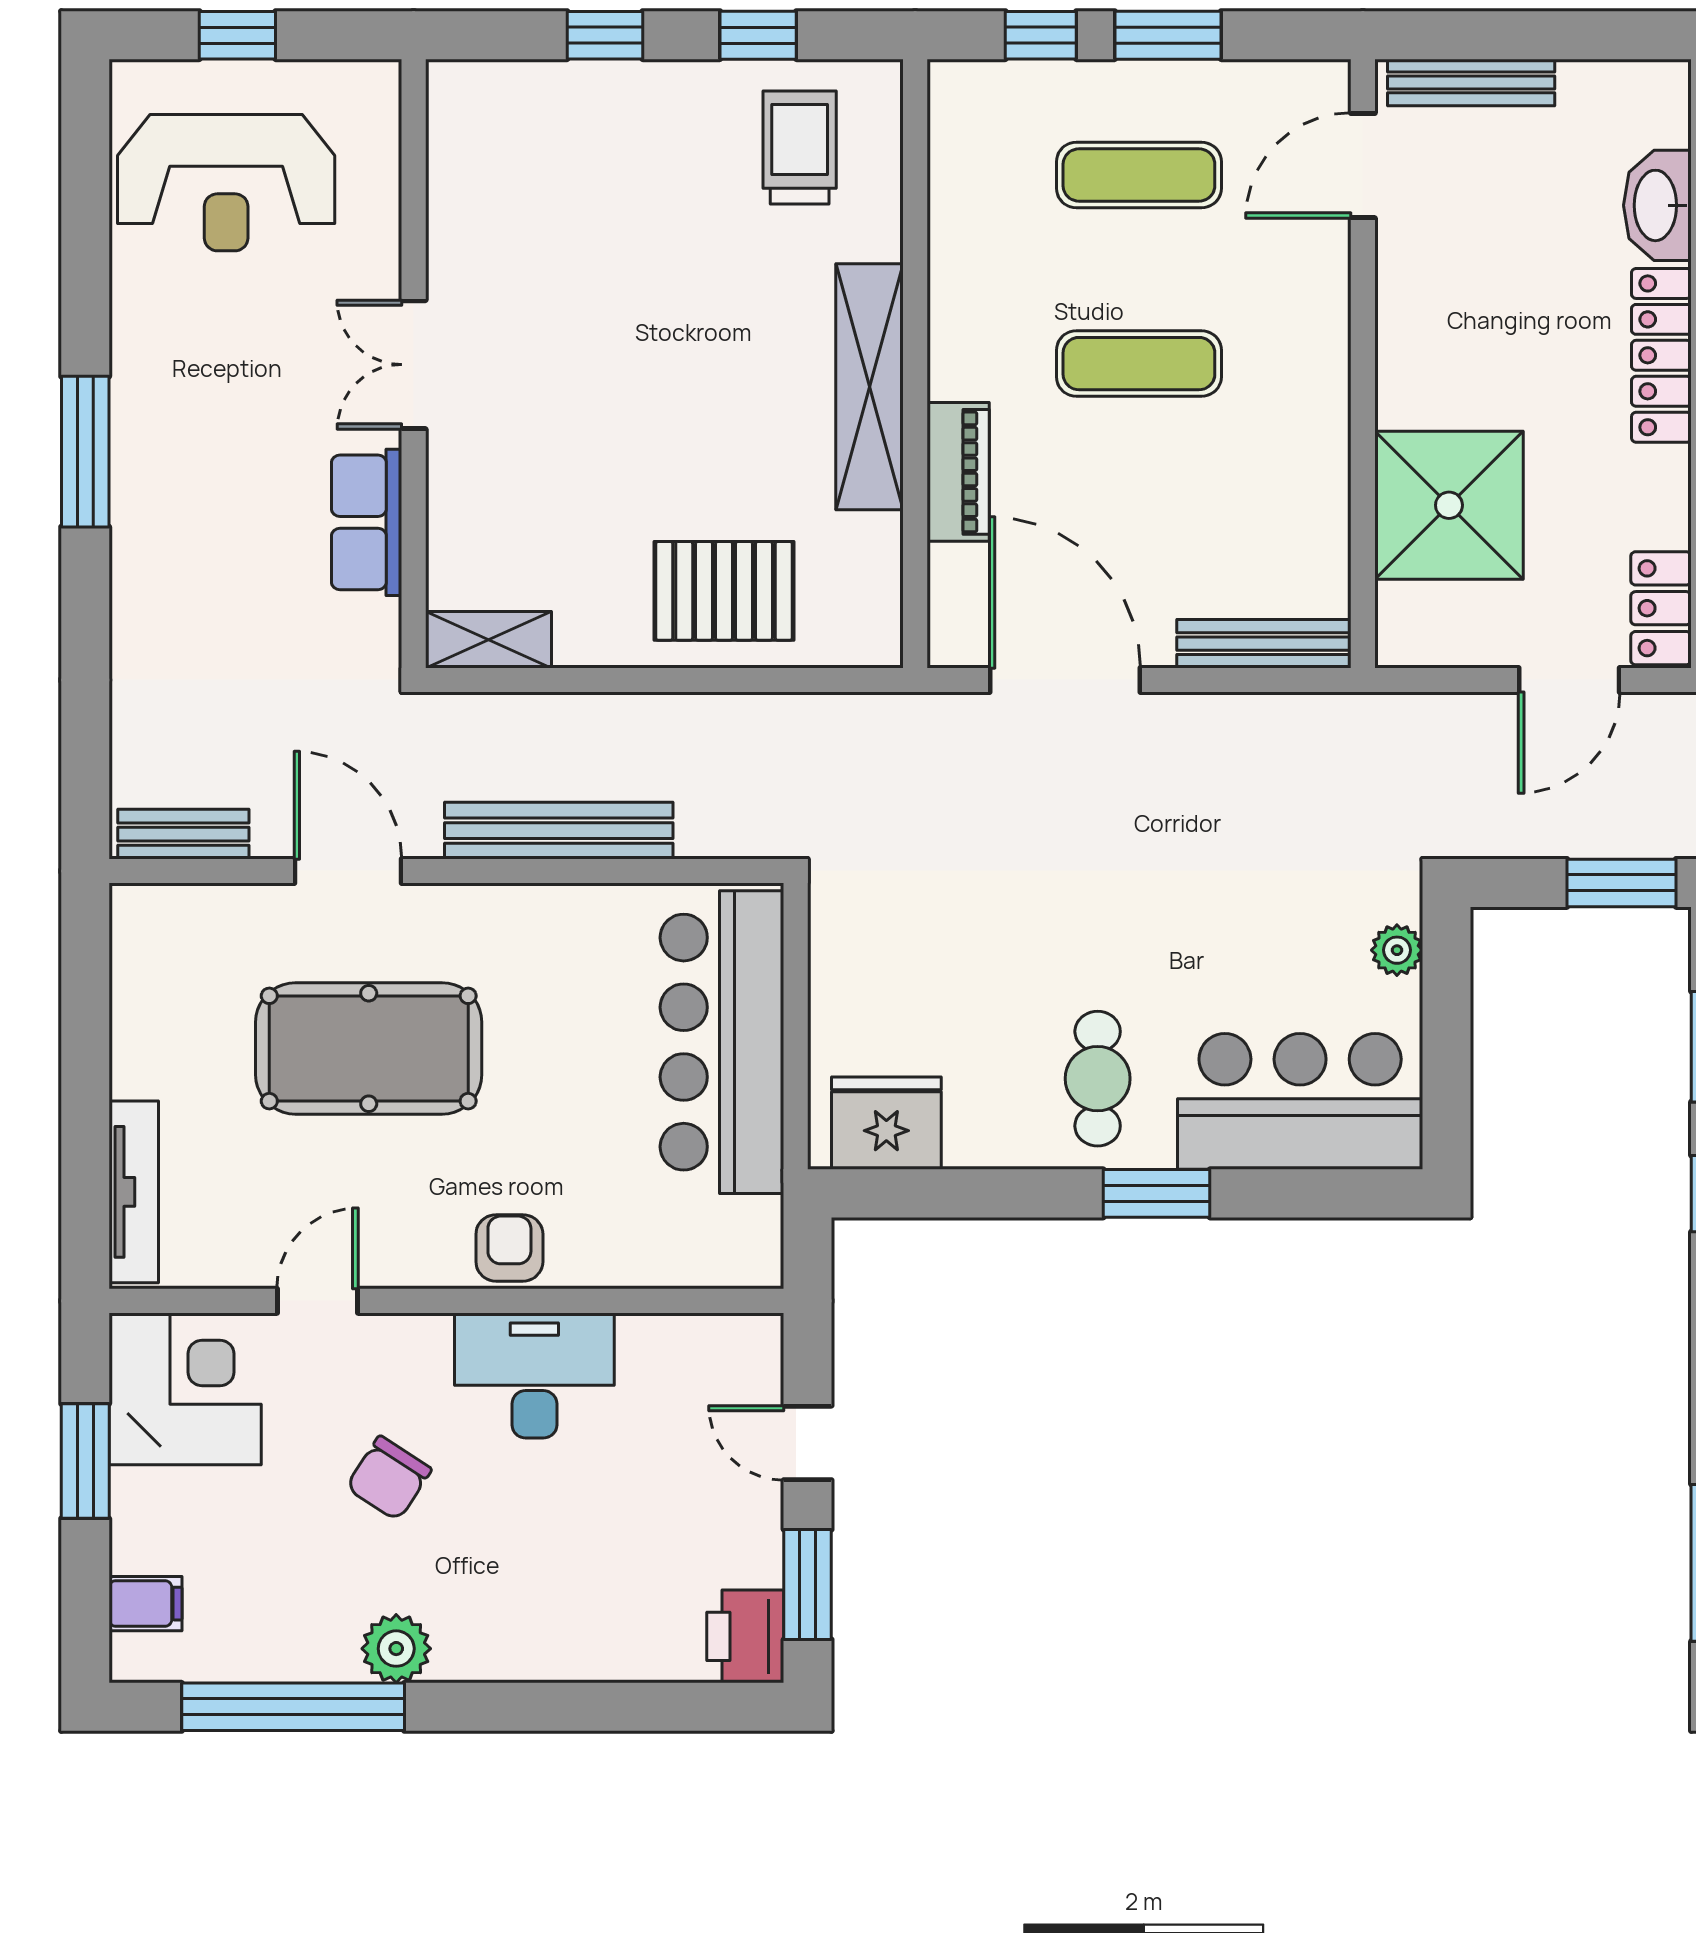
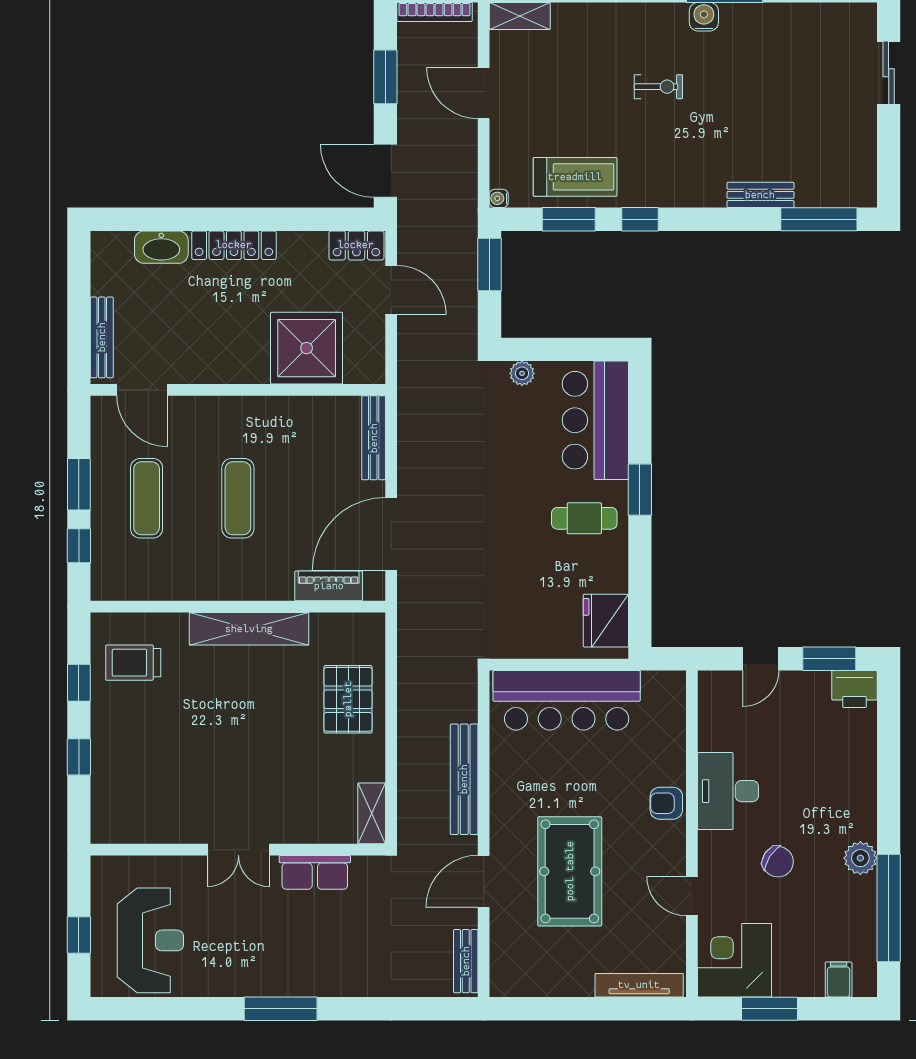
piano: (958, 472) -> (329, 586), moved

